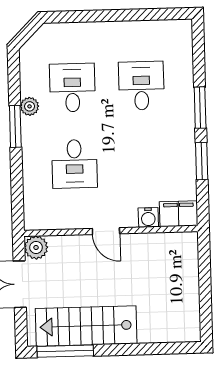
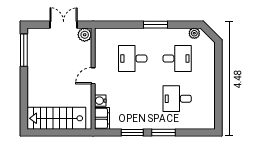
desk: (141, 86) -> (177, 99), turned 180
plant: (30, 106) -> (194, 33), moved
stairs: (86, 326) -> (56, 118), moved, turned -90

